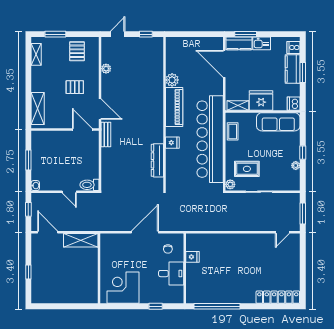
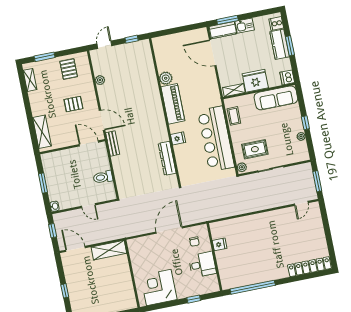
bar counter: (210, 139) -> (216, 139), width x0.73
toilet: (90, 185) -> (103, 177), moved

